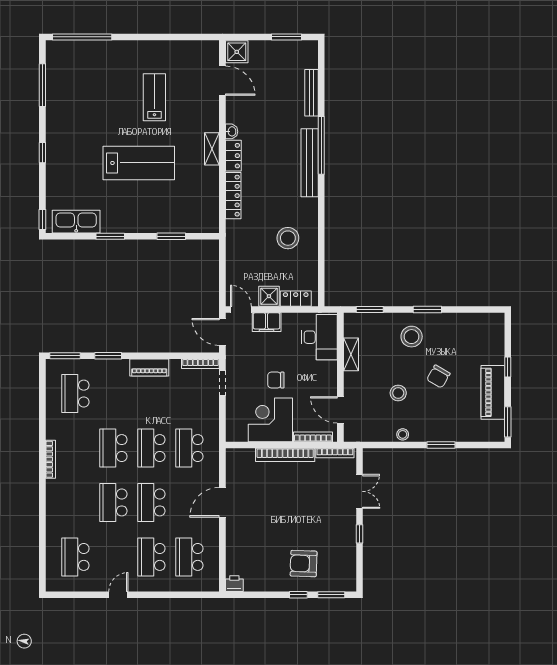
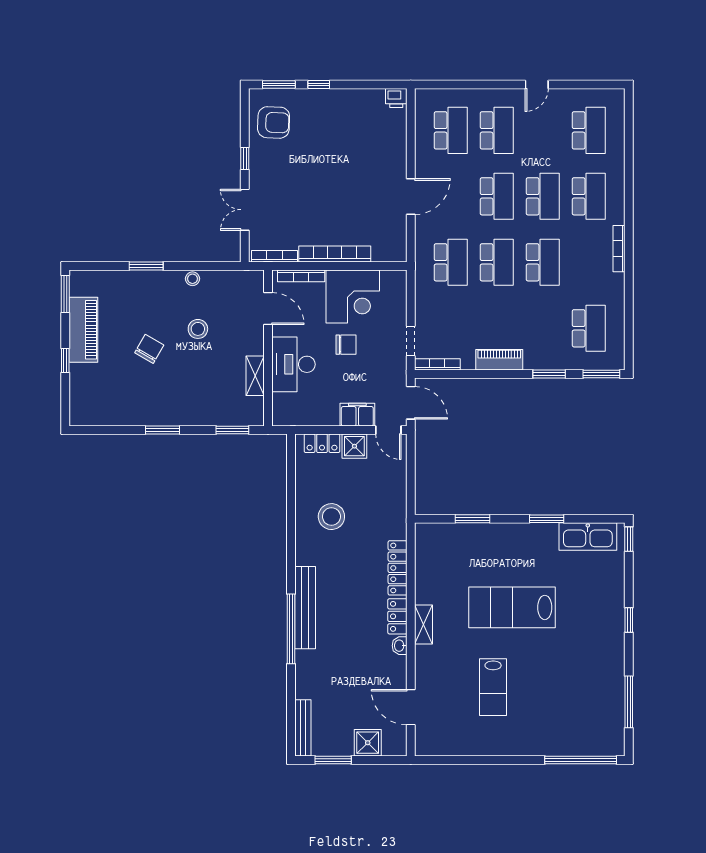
shower: (237, 52) -> (368, 743), moved
bench: (311, 93) -> (303, 728), moved
desk: (319, 337) -> (293, 364), moved
stool: (412, 337) -> (182, 397), removed
school desk: (75, 502) -> (589, 196), added
armchair: (304, 564) -> (274, 122), moved

